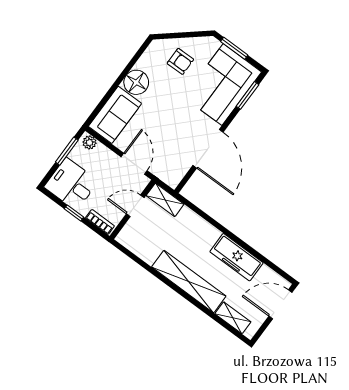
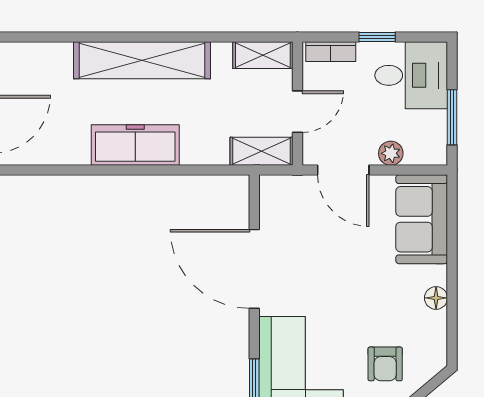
armchair: (180, 61) -> (385, 364), turned -90
floor lamp: (136, 82) -> (436, 298), width x0.53, depth x0.53
plant: (89, 143) -> (391, 153), moved
freezer: (236, 257) -> (135, 145), moved
shelving: (233, 318) -> (263, 55), moved

